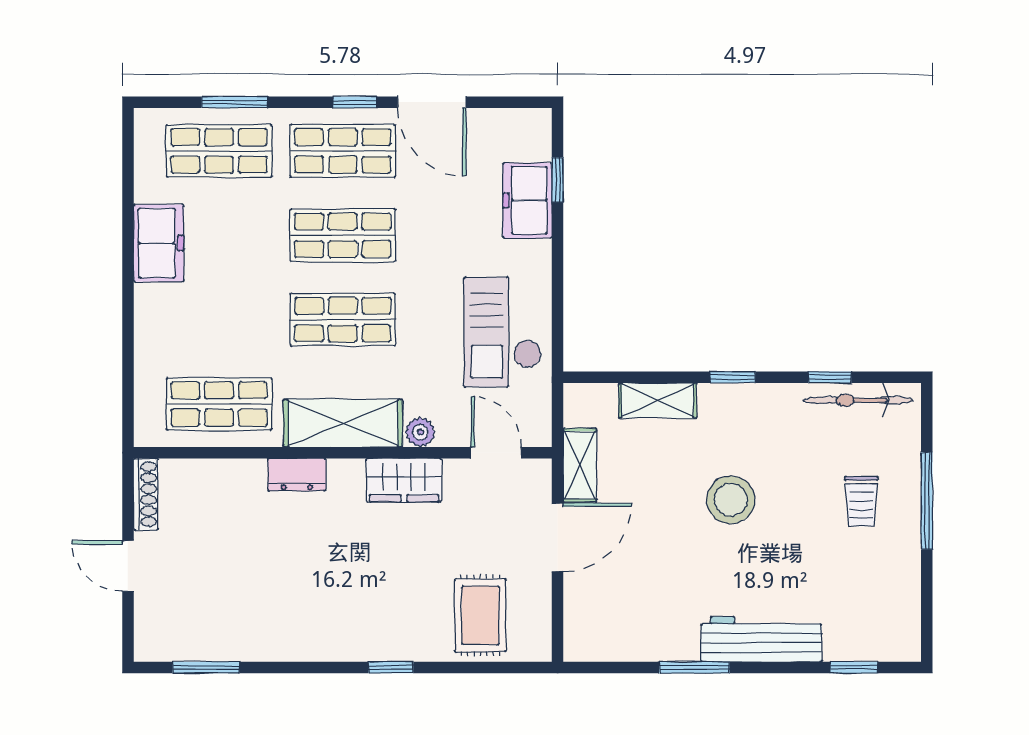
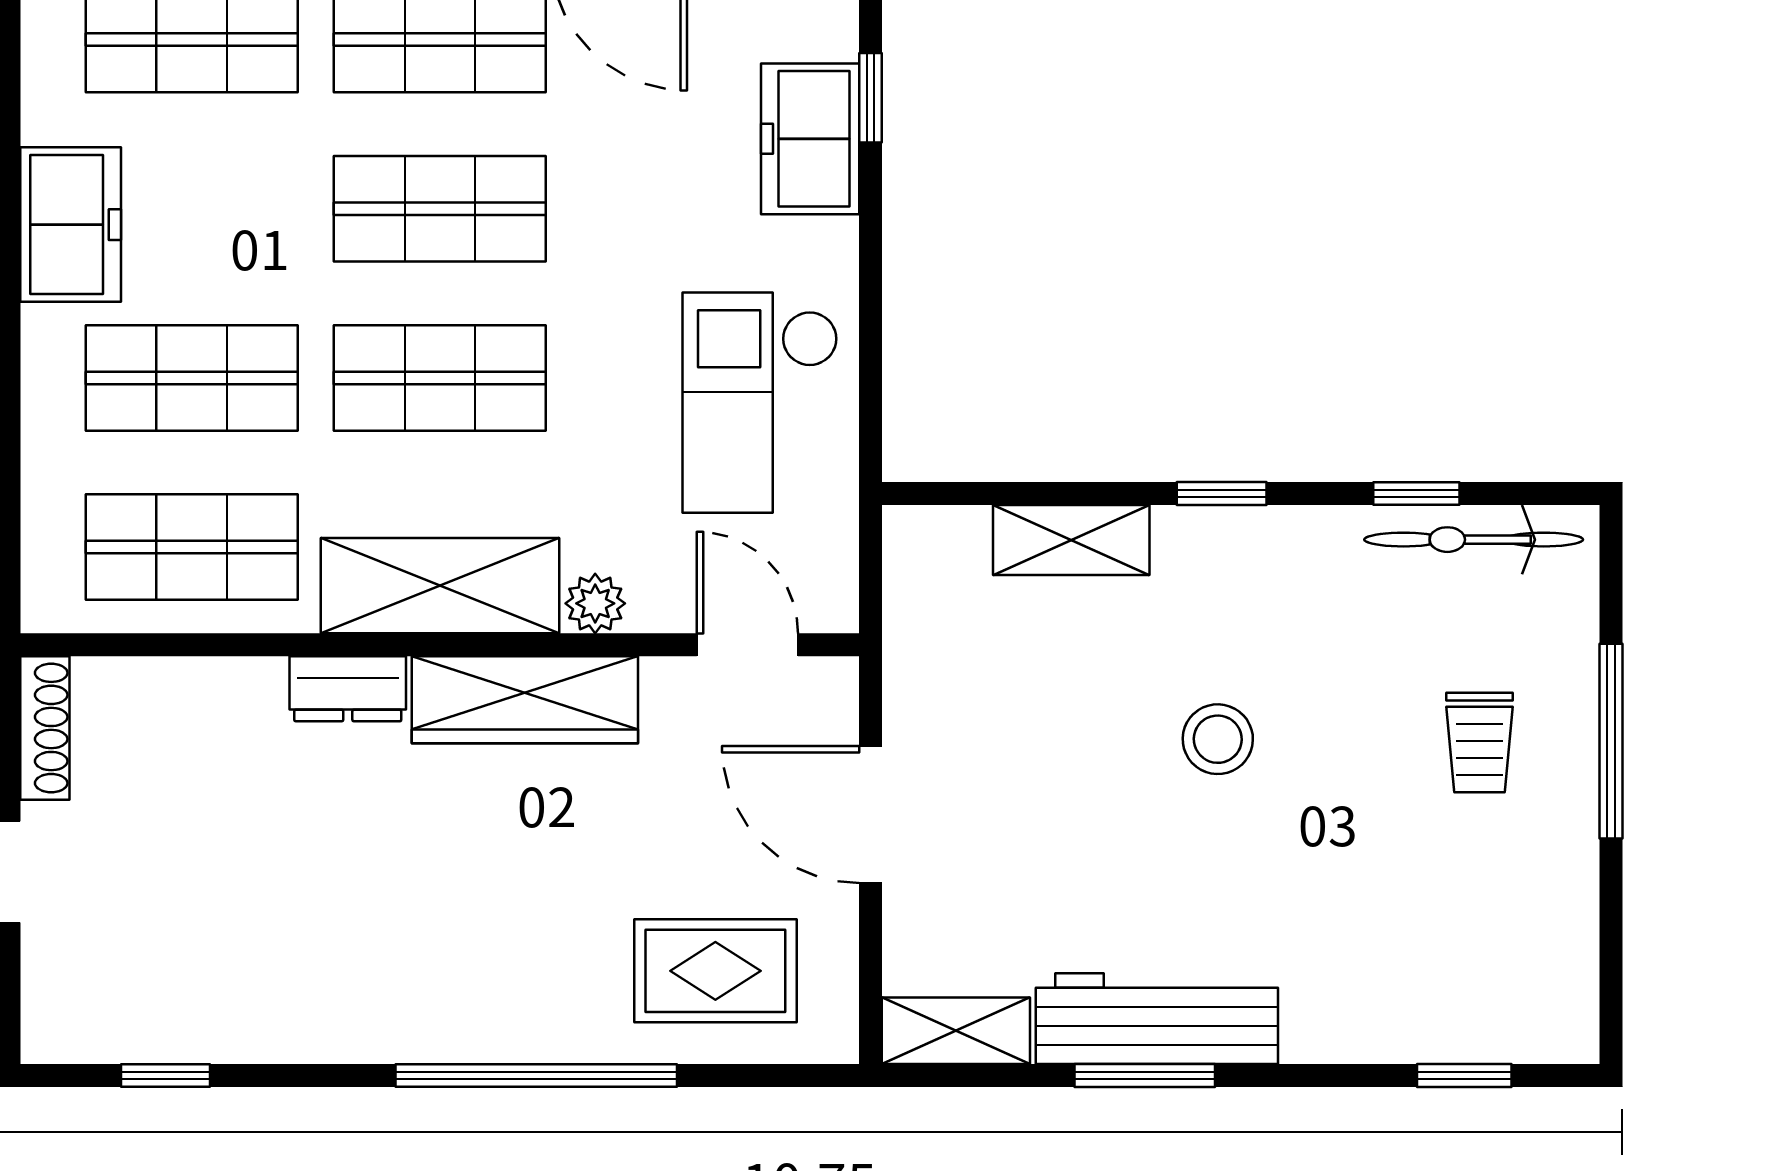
shop shelf: (219, 320) -> (192, 378), added
shelving: (580, 465) -> (956, 1031), moved, turned 90
wardrobe: (404, 480) -> (525, 700), width x1.50
stool: (731, 500) -> (1218, 739), width x0.73, depth x0.73
door: (558, 537) -> (871, 815), swing flipped
rug: (480, 615) -> (715, 971), turned 90
workbench: (761, 639) -> (1157, 1019), moved
window: (206, 667) -> (165, 1075), width x0.67
window: (391, 667) -> (536, 1075), width x3.17

